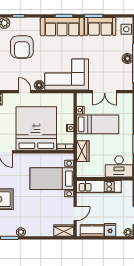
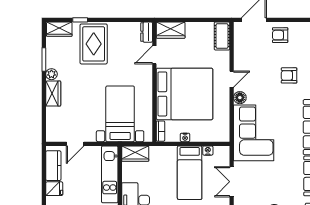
armchair: (22, 47) -> (289, 75), width x0.53, depth x0.53
wardrobe: (83, 151) -> (135, 154), moved
door: (75, 214) -> (75, 144), hinge flipped
wardrobe: (64, 231) -> (53, 94), moved

